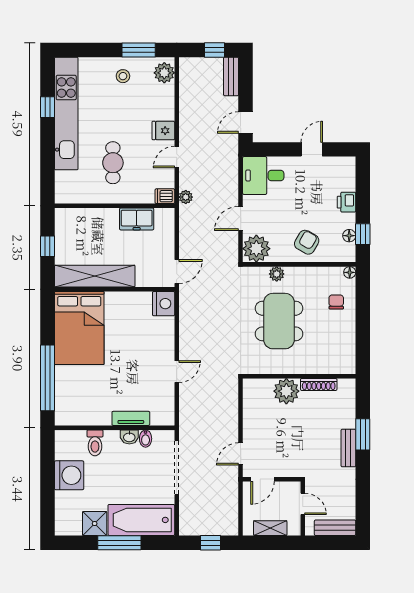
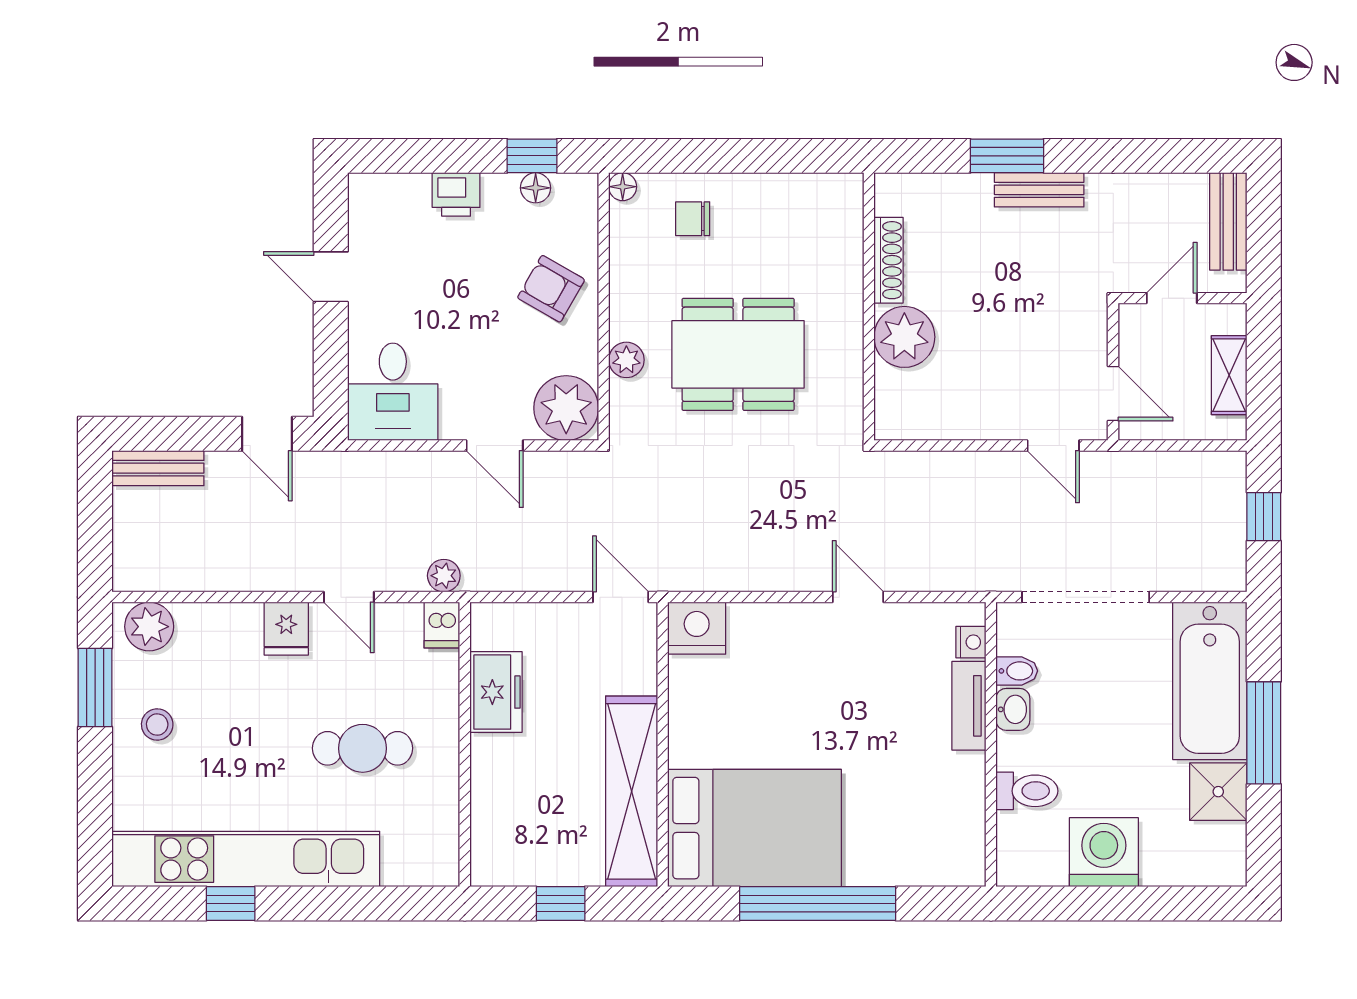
window: (214, 50) -> (95, 508), removed
window: (47, 378) -> (818, 904), moved
nightstand: (158, 419) -> (971, 642), added

